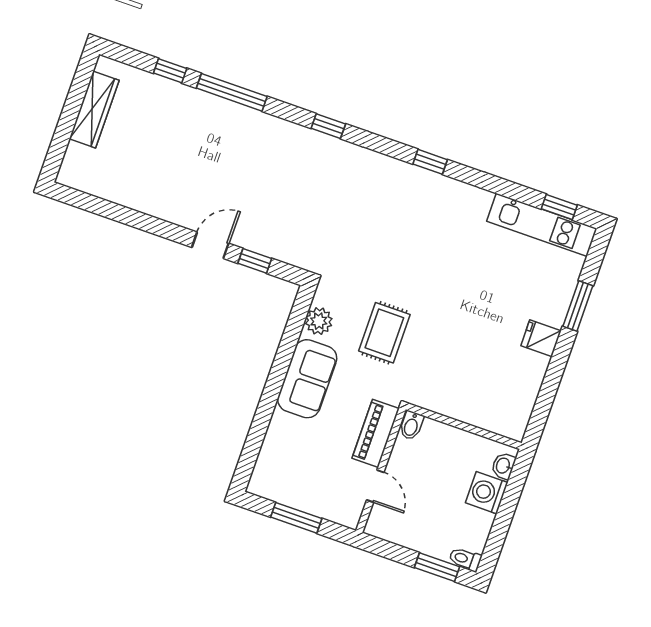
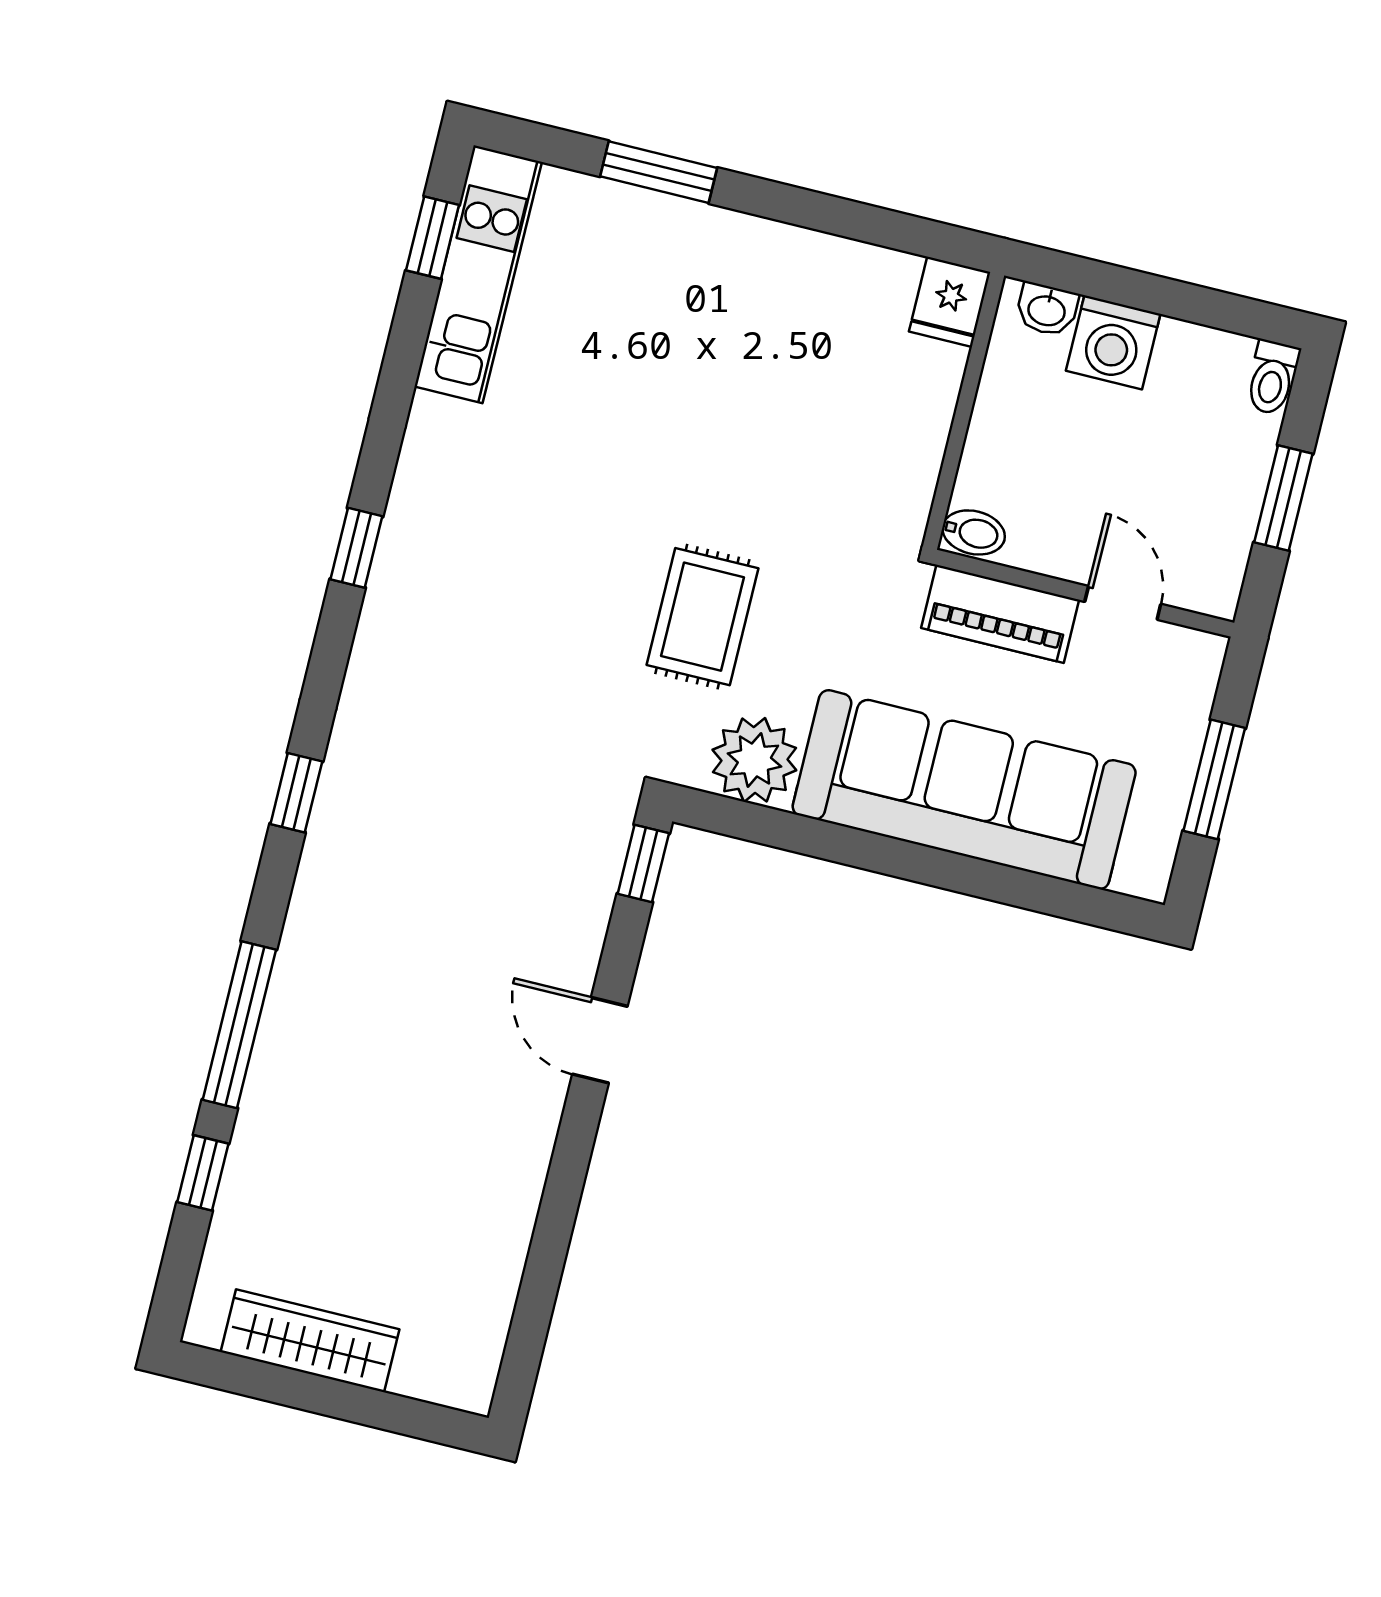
window: (255, 261) -> (643, 864), moved
plant: (319, 321) -> (754, 760), width x1.36, depth x1.36
rug: (384, 333) -> (702, 617), moved, turned 90
fridge: (541, 338) -> (950, 302), moved
sofa: (307, 379) -> (964, 790), width x1.85, depth x1.27
door: (375, 486) -> (1123, 603), hinge flipped
window: (437, 567) -> (1283, 498), moved

